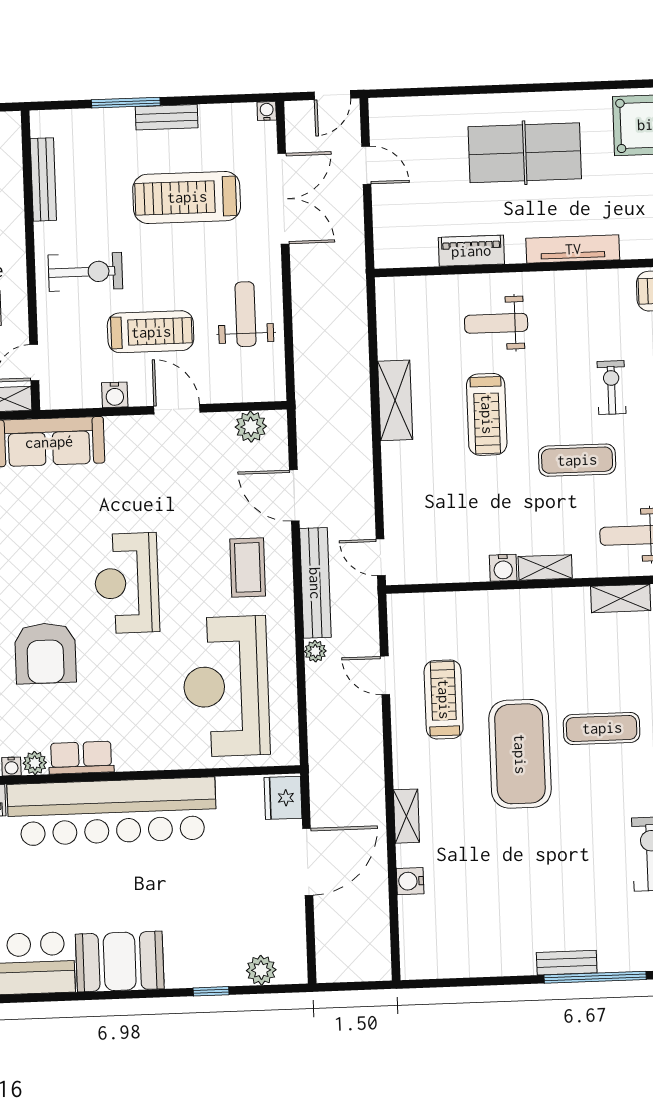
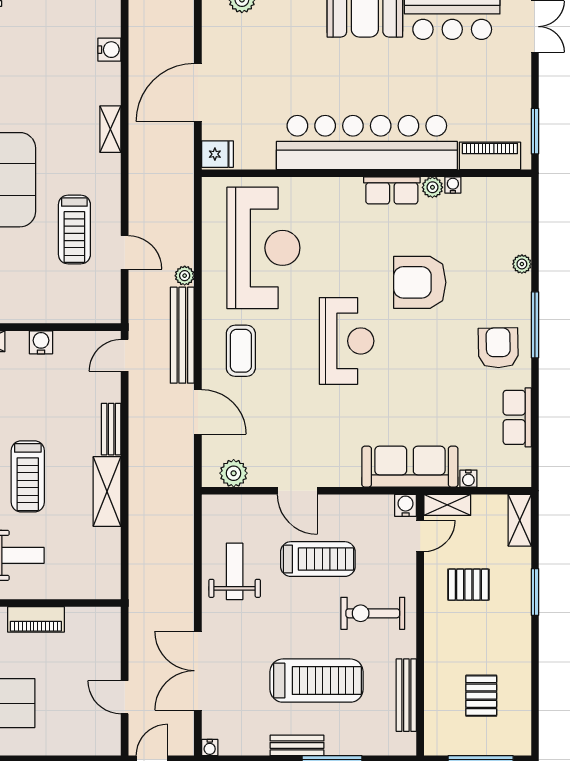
treadmill: (187, 197) -> (317, 681), moved
weight bench: (246, 314) -> (235, 571), turned 180
treadmill: (151, 332) -> (318, 559), turned 180
water cooler: (115, 395) -> (406, 505), moved
treadmill: (487, 414) -> (28, 476), turned 180
bench: (393, 472) -> (111, 429), added
door: (381, 557) -> (125, 355), swing flipped
water cooler: (503, 568) -> (41, 342), moved
armchair: (45, 653) -> (420, 282), turned -90
fridge: (283, 798) -> (217, 154), width x0.72
water cooler: (410, 881) -> (109, 50), moved

